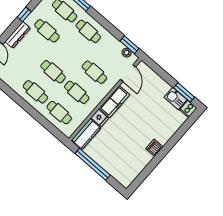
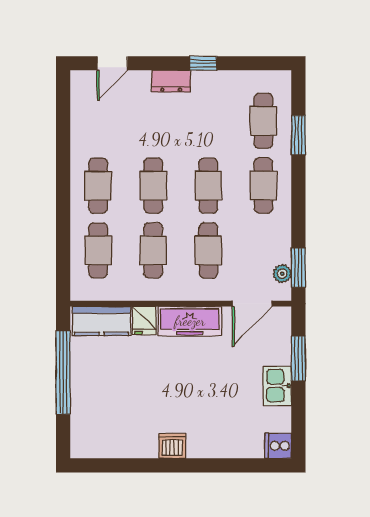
cafe table: (47, 31) -> (208, 186), moved
dresser: (18, 35) -> (171, 81), width x0.70
window: (184, 92) -> (298, 358), moved
kitchen sink: (176, 98) -> (277, 386), moved

